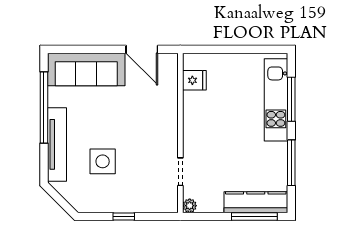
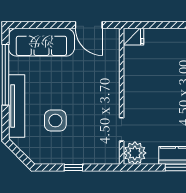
fridge: (194, 80) -> (134, 37), moved
plant: (190, 206) -> (135, 153), width x1.87, depth x1.87

